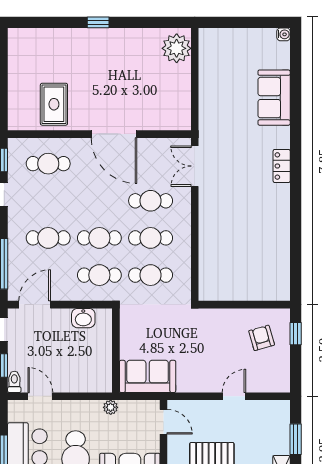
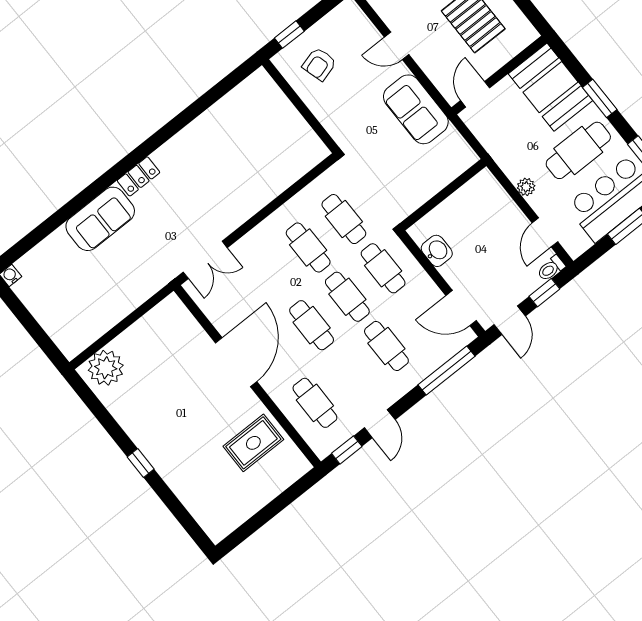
sofa: (274, 98) -> (100, 219), moved
cafe table: (151, 201) -> (312, 325), moved
sofa: (148, 376) -> (416, 109), moved
plant: (111, 407) -> (526, 187), moved

